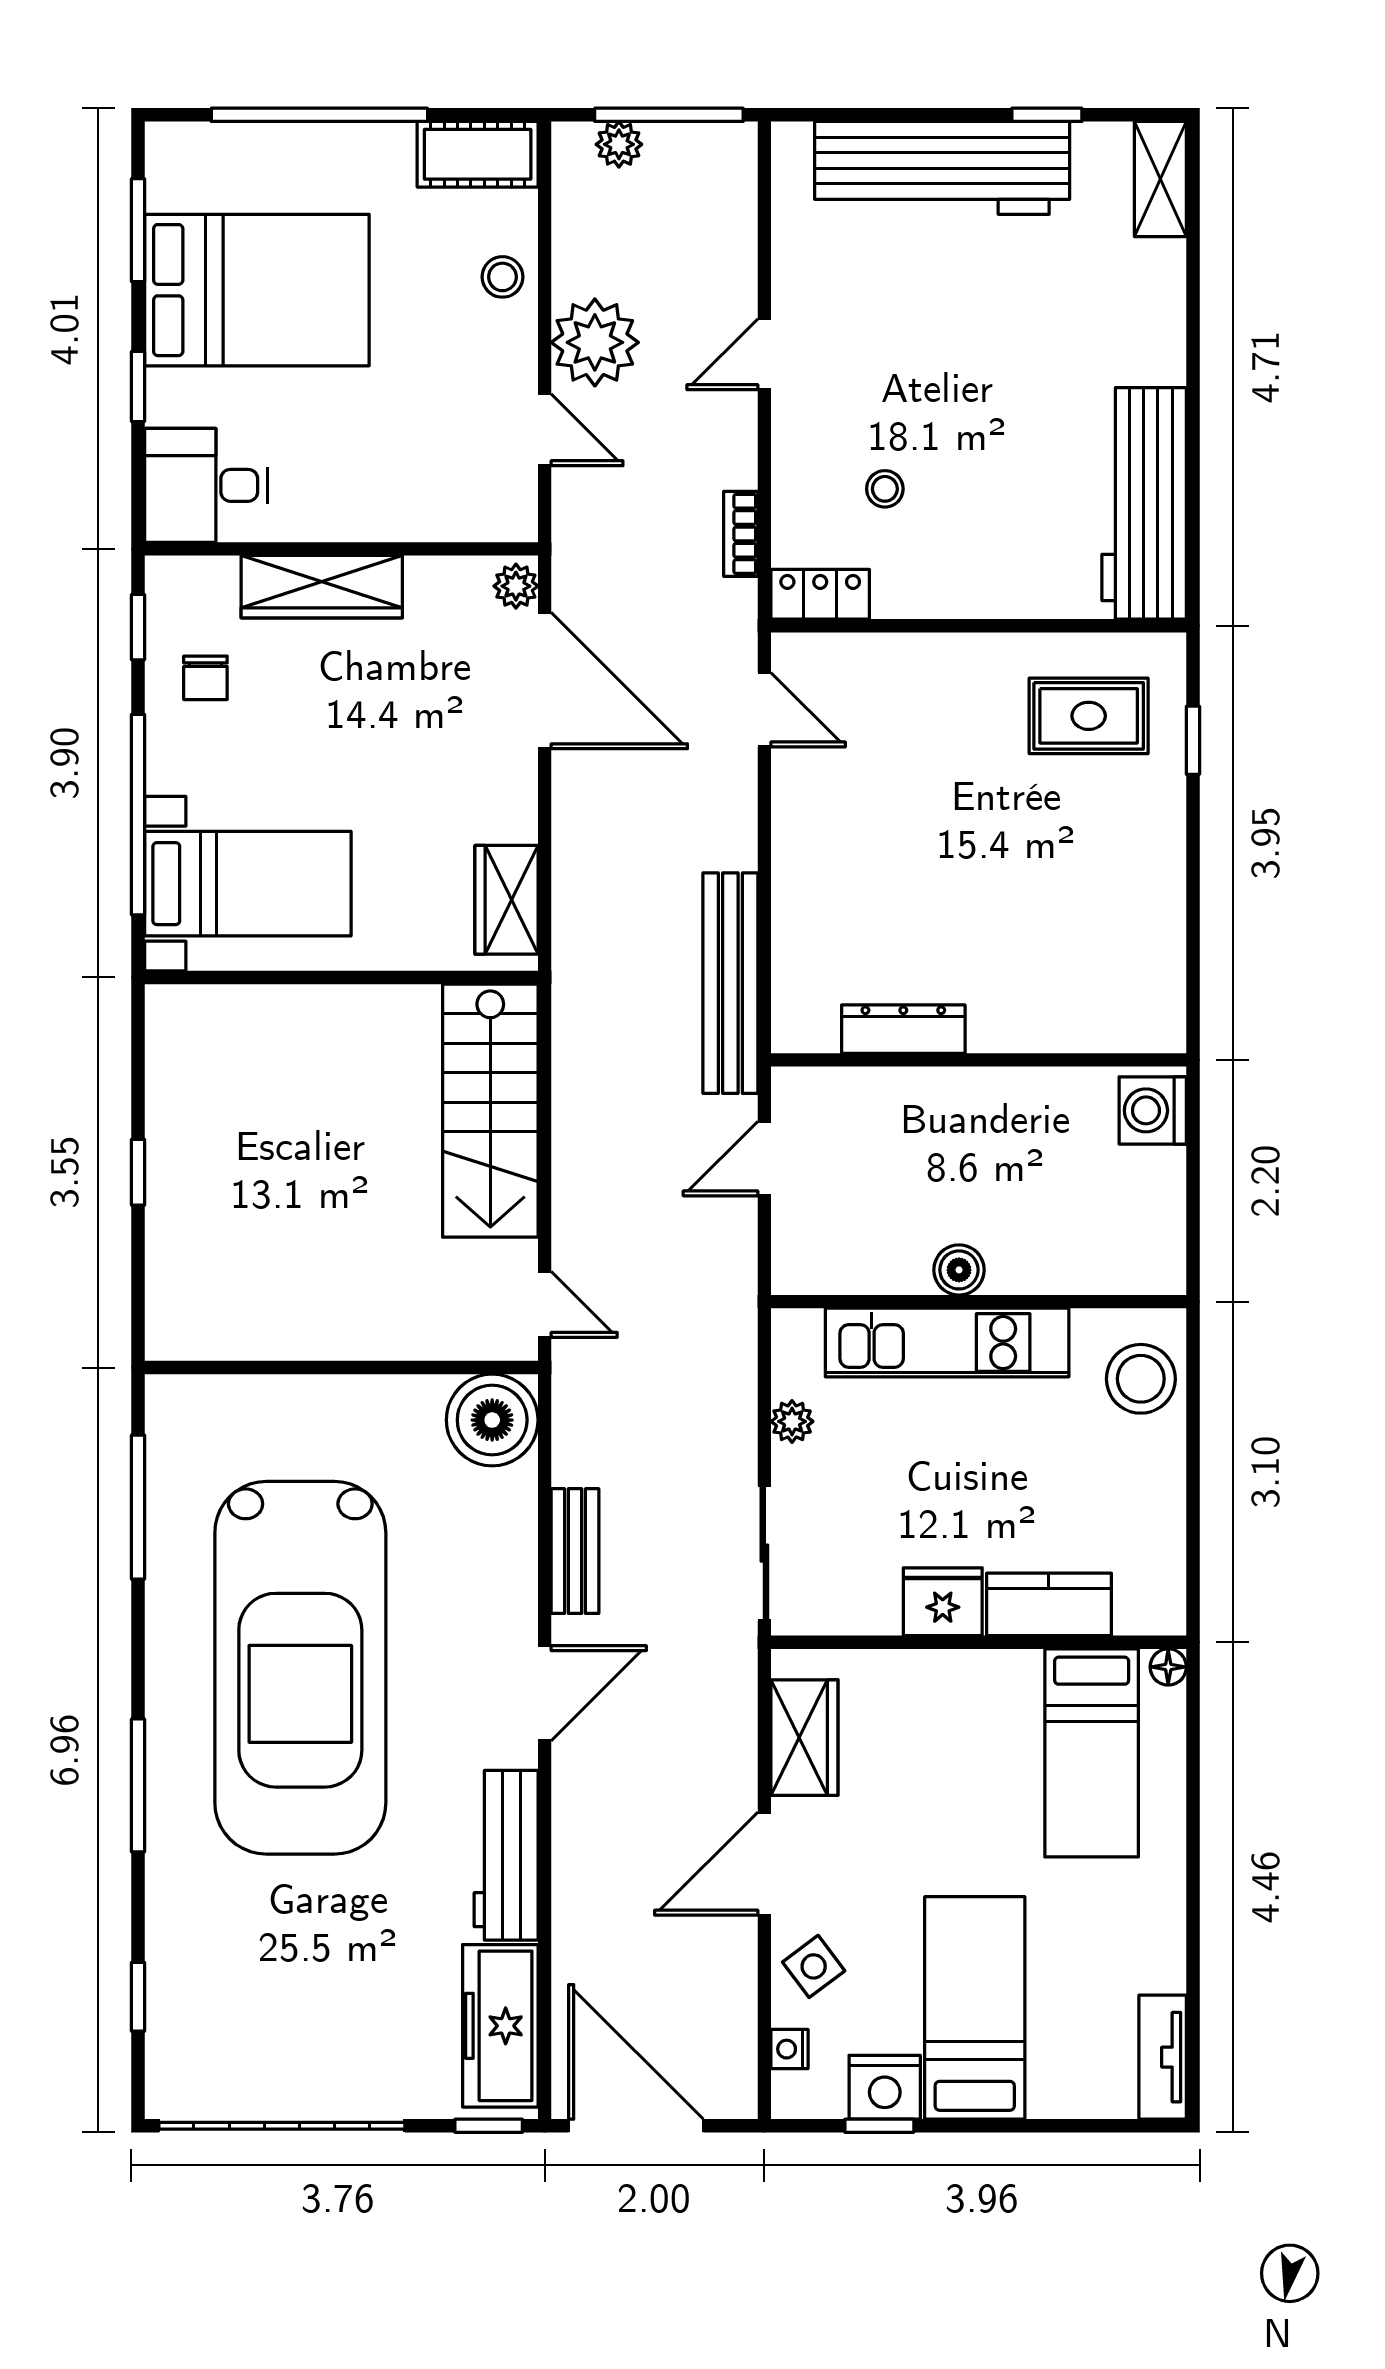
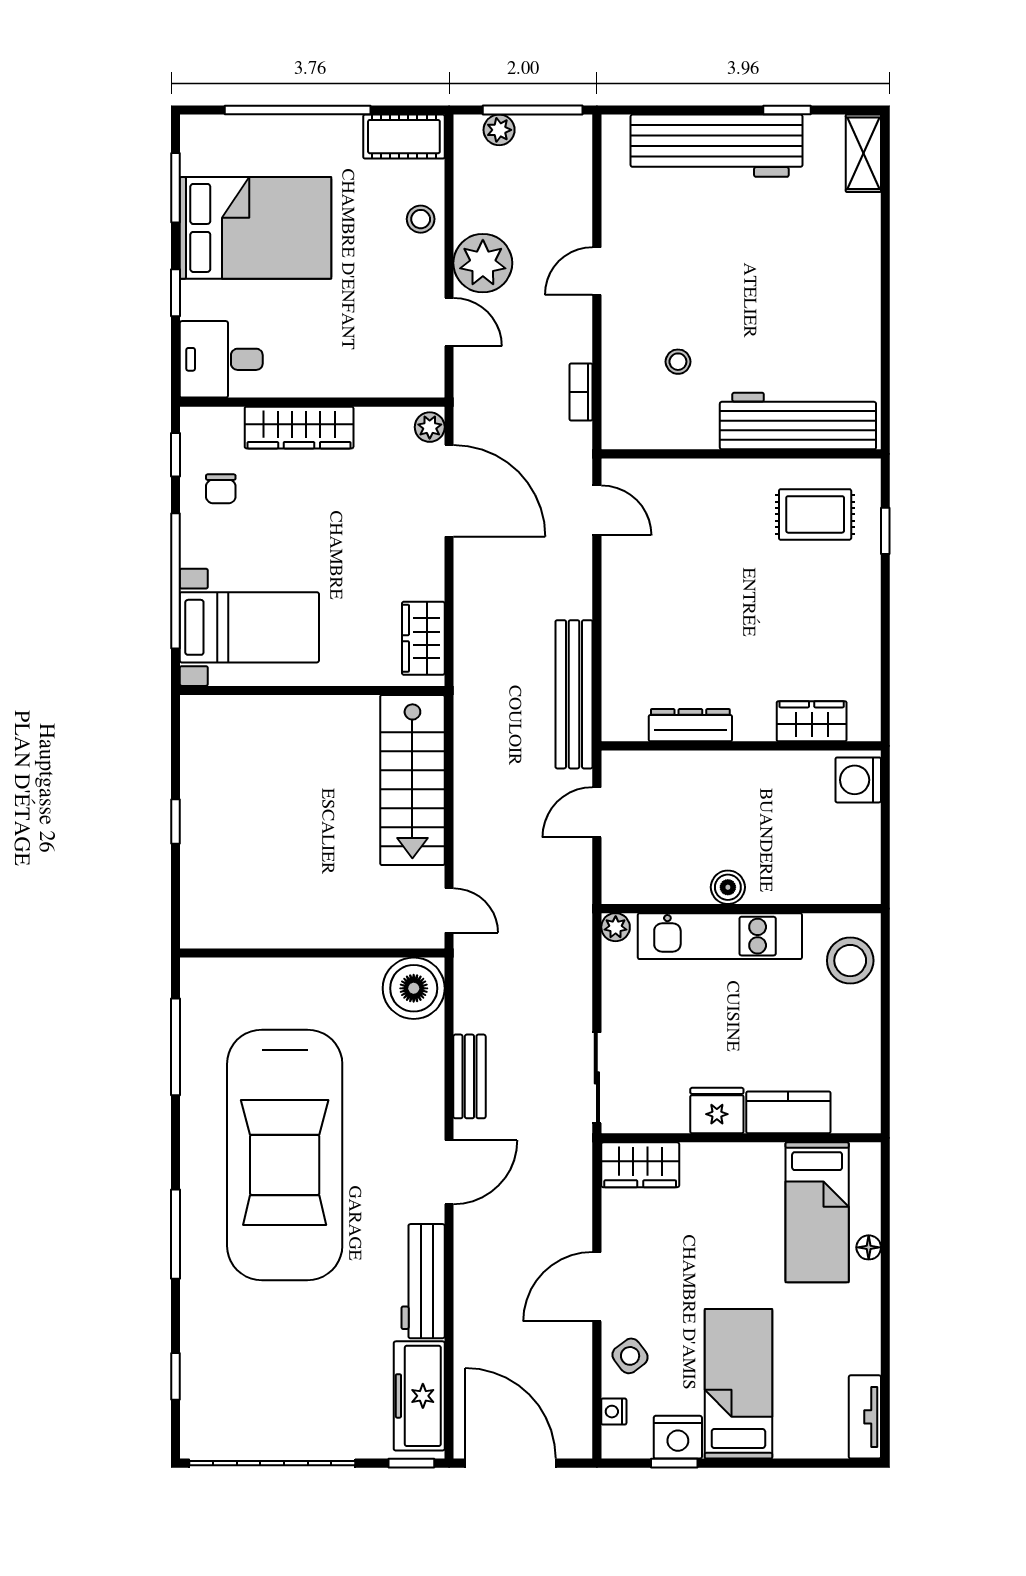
workbench: (1144, 503) -> (798, 421), moved, turned 90
locker: (820, 594) -> (634, 433), removed
wardrobe: (1083, 1023) -> (812, 721), added
plant: (792, 1421) -> (616, 927), moved
floor lamp: (1168, 1667) -> (869, 1247), moved
wardrobe: (804, 1738) -> (640, 1165), moved, turned 90

